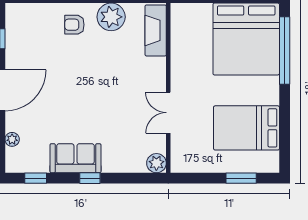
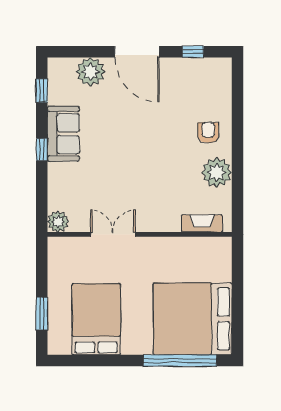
fireplace: (156, 30) -> (202, 223), width x0.73, depth x0.76
plant: (12, 139) -> (91, 72), width x1.87, depth x1.87

